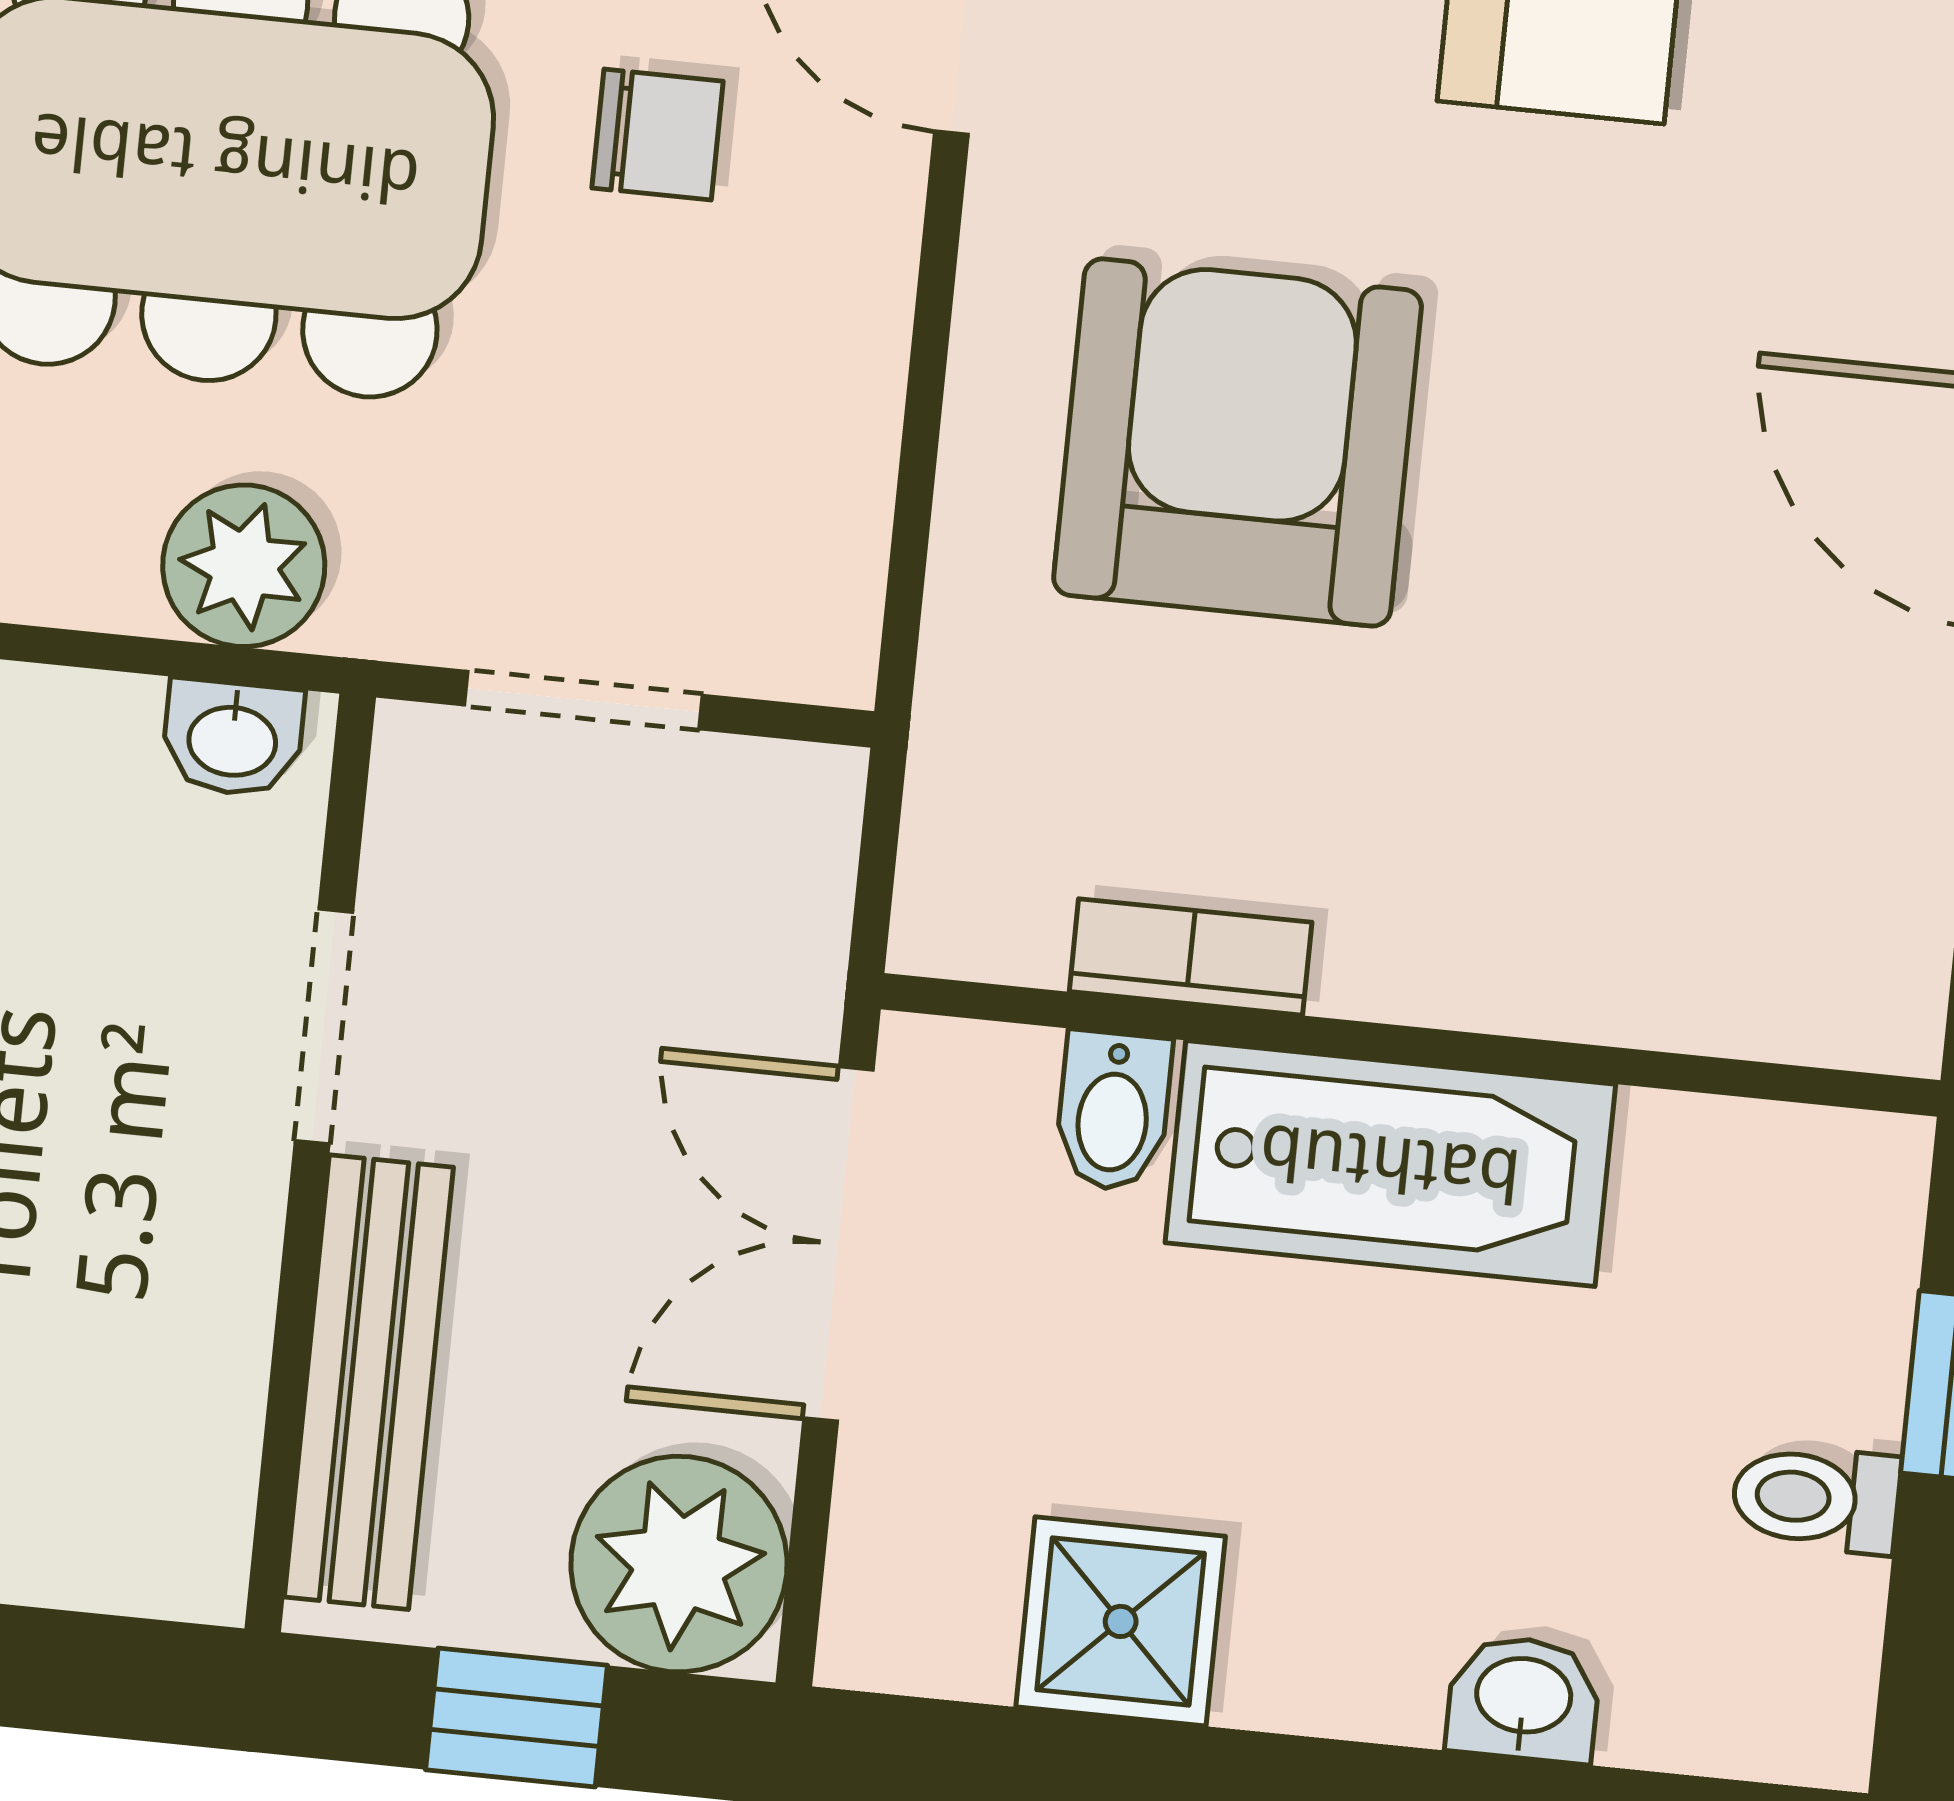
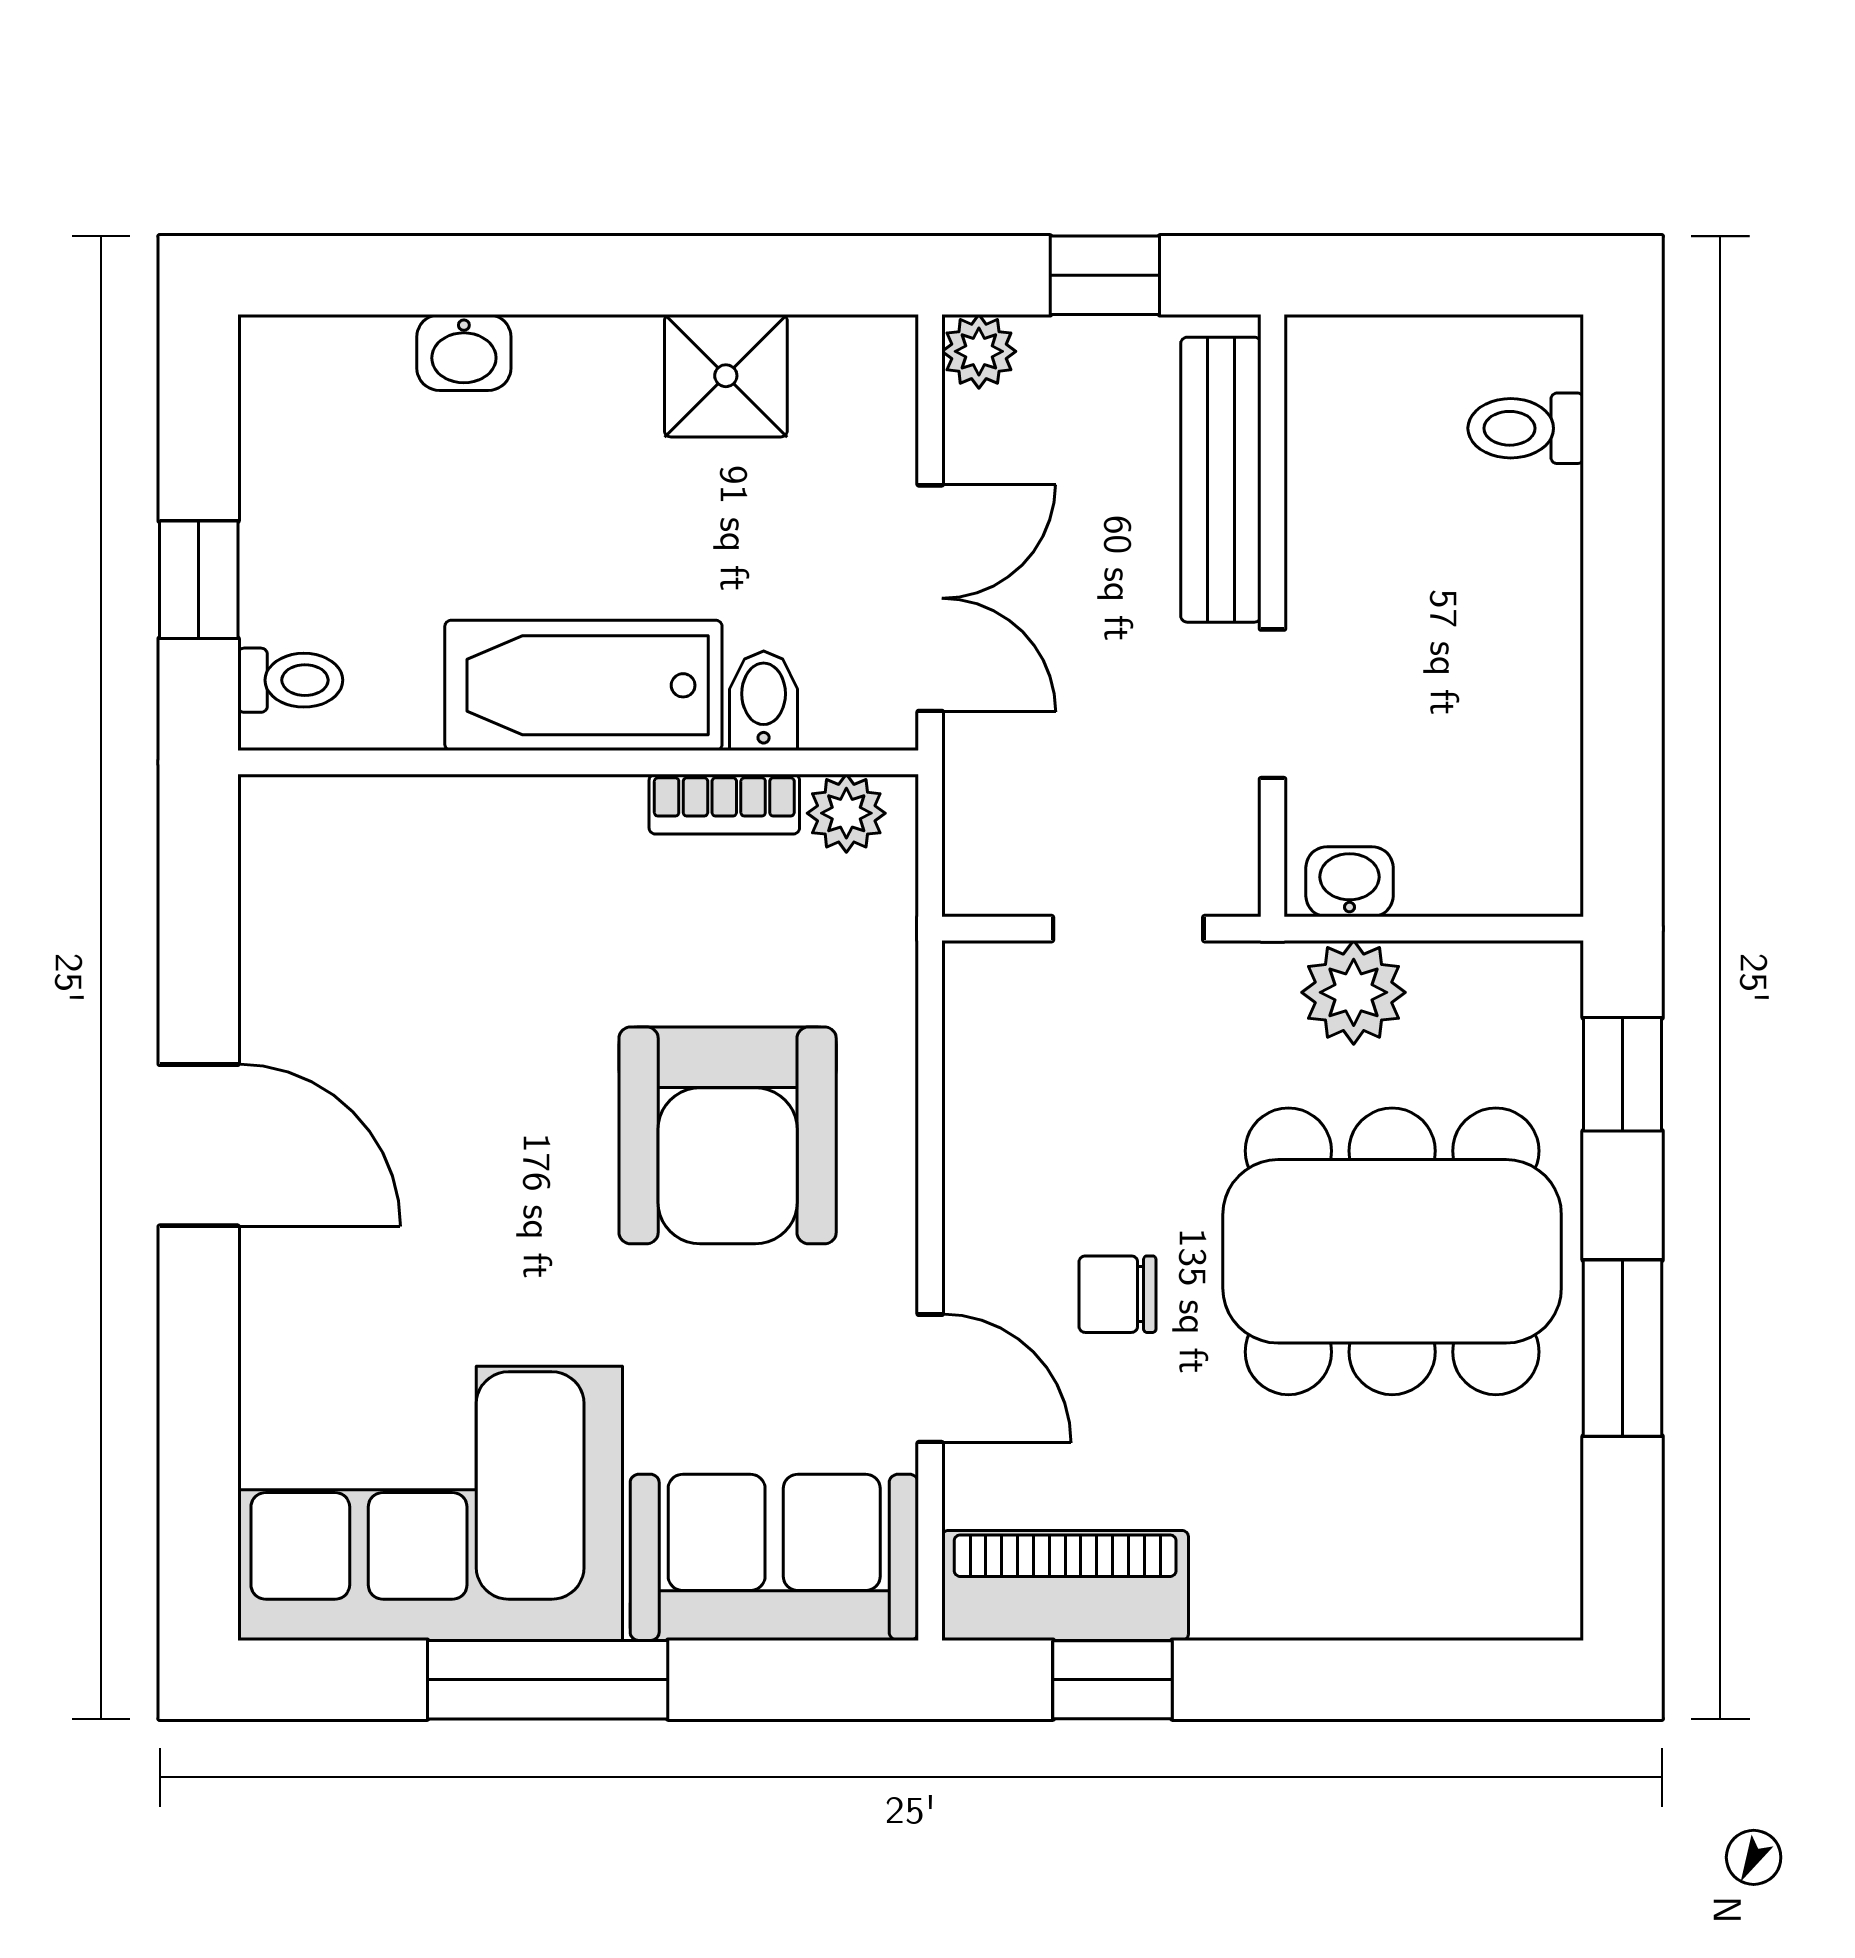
plant: (1003, 924) -> (846, 813), added
toilet: (1816, 1499) -> (290, 680), moved
plant: (679, 1564) -> (979, 351), width x0.53, depth x0.53

